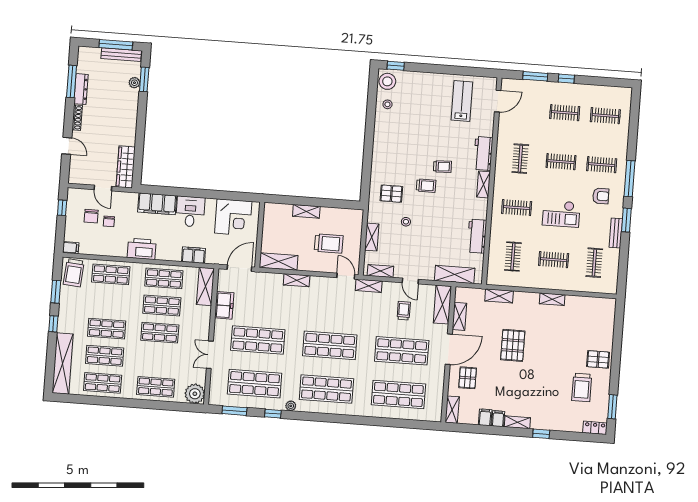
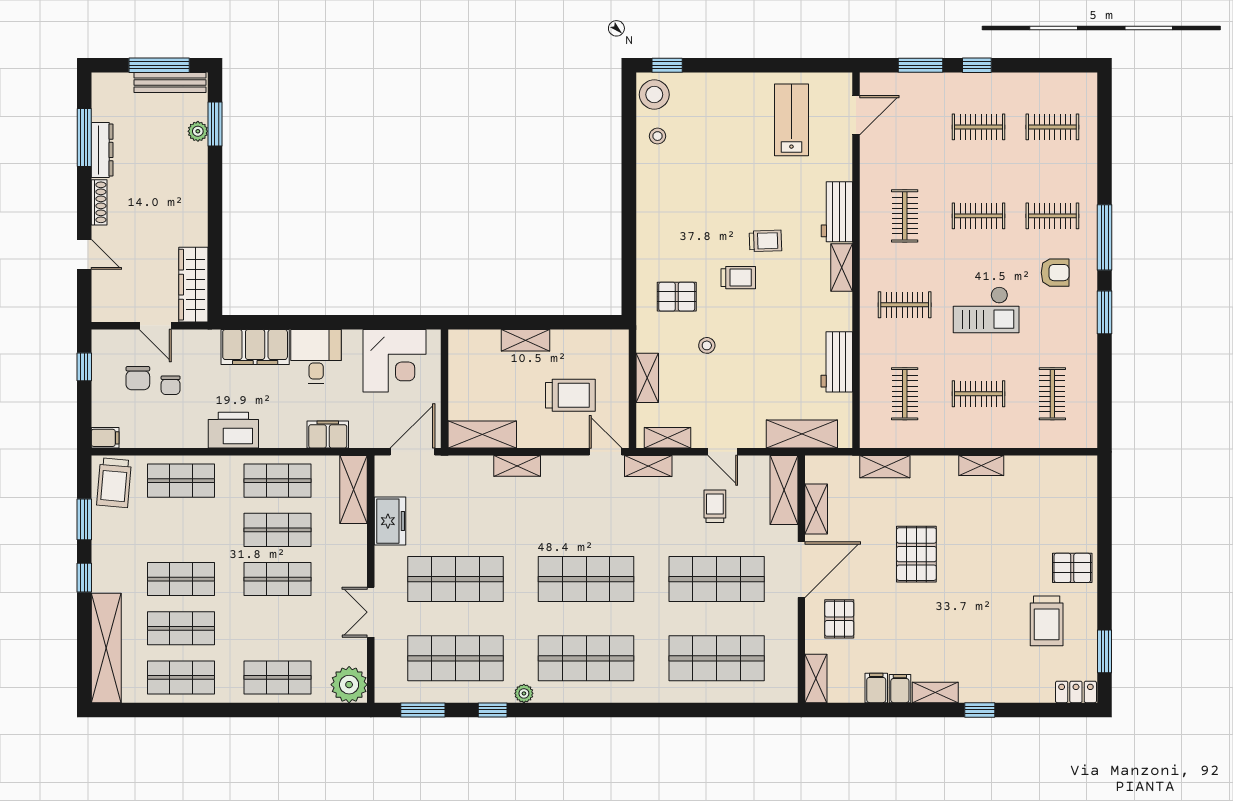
bench: (616, 233) -> (1087, 337), removed

